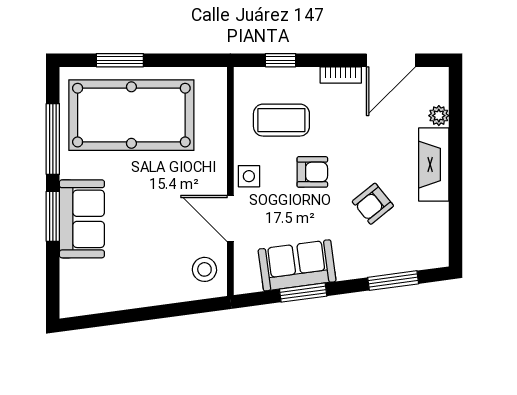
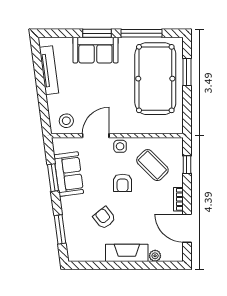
coffee table: (281, 120) -> (152, 165), turned -45
tv unit: (117, 299) -> (49, 70), added

